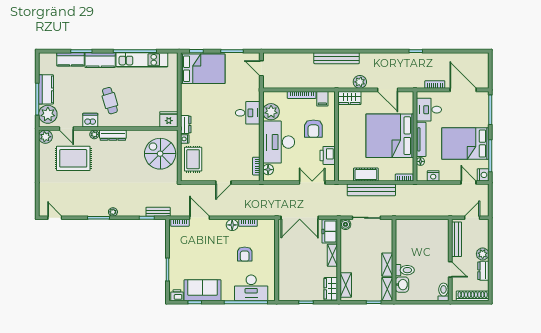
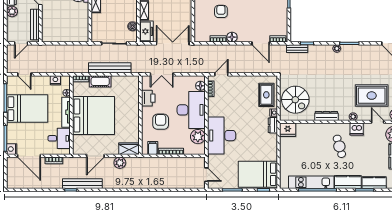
bench: (337, 58) -> (82, 184), moved
door: (388, 90) -> (95, 156), swing flipped
desk: (248, 113) -> (222, 136), width x1.87, depth x1.30
dresser: (113, 135) -> (326, 116), moved
cot: (366, 174) -> (100, 81), moved
nightstand: (483, 175) -> (12, 149), moved
door: (223, 183) -> (221, 74), moved
boiler: (345, 224) -> (132, 26), moved

